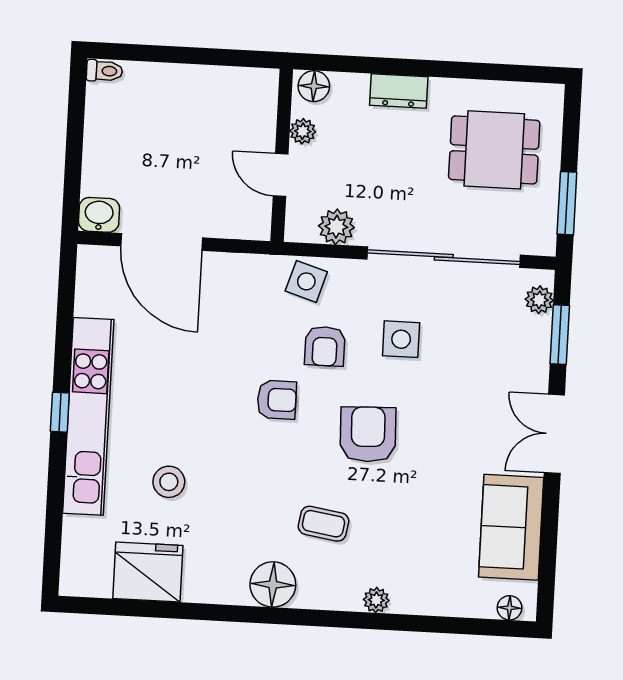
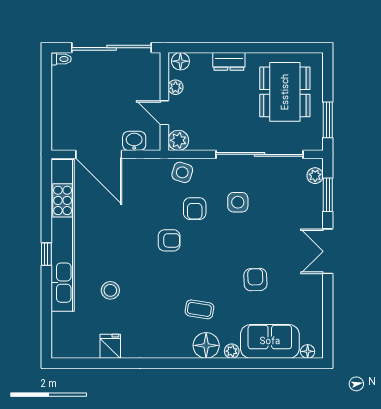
sliding door: (194, 56) -> (112, 48), added
dining table: (494, 150) -> (285, 92), width x1.38
washbasin: (99, 215) -> (134, 141), moved
plant: (336, 227) -> (178, 140), moved
kitchen unit: (88, 416) -> (63, 235), width x1.36
armchair: (368, 434) -> (255, 280), moved, width x0.72, depth x0.72
sofa: (511, 527) -> (270, 341), moved, turned 90
fridge: (148, 572) -> (110, 346), width x0.53, depth x0.75
floor lamp: (273, 584) -> (206, 345), moved

